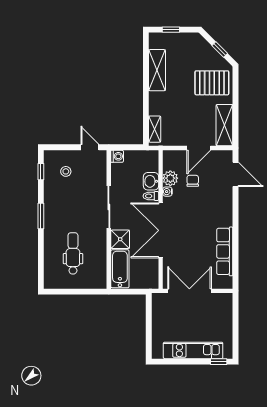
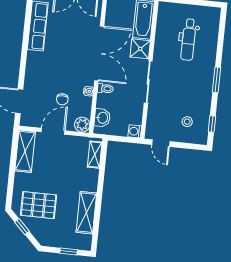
pallet: (212, 83) -> (39, 205), moved
plant: (170, 178) -> (82, 125), moved
washbasin: (151, 181) -> (102, 118), moved

